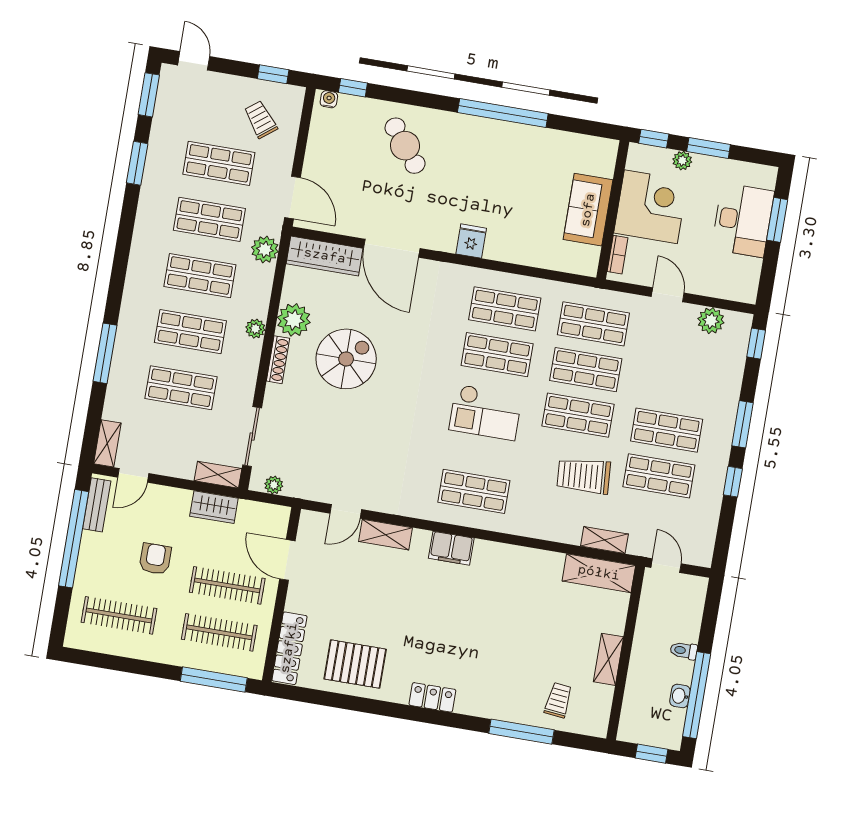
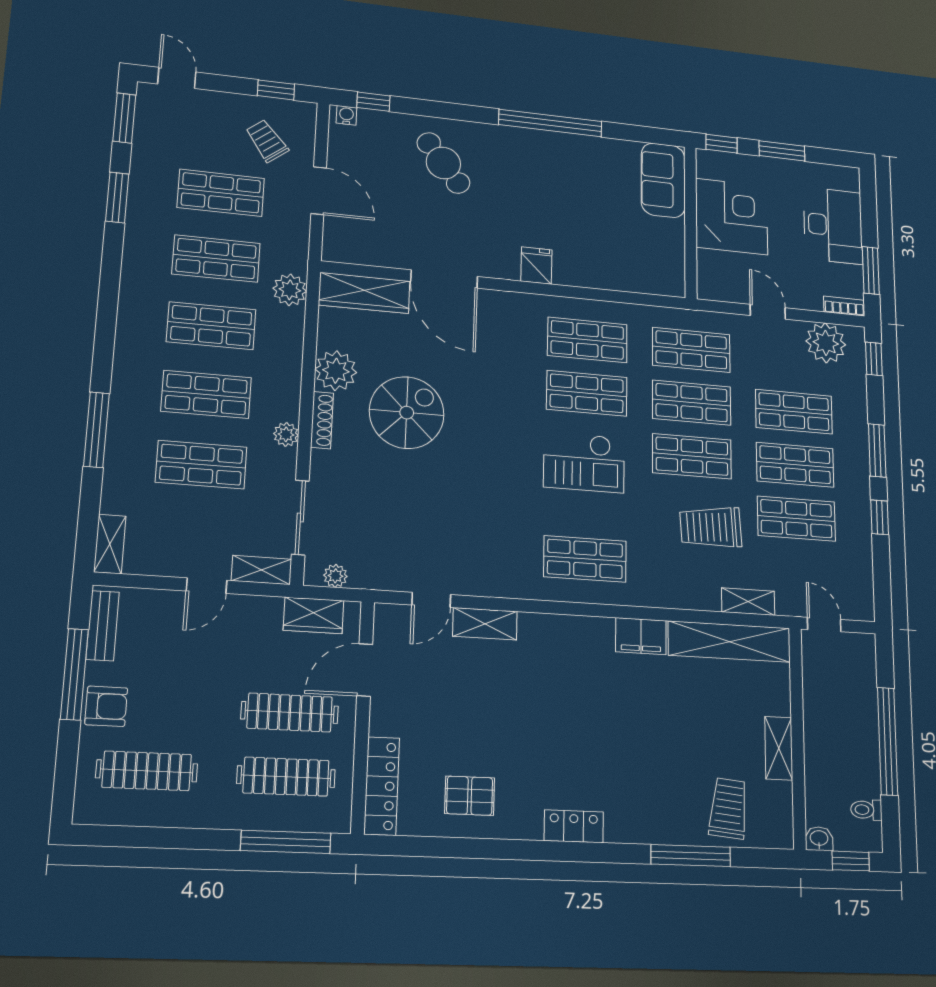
plant: (682, 161) -> (756, 165), removed
door: (293, 197) -> (319, 191), moved
sofa: (588, 210) -> (663, 180), moved
window: (777, 220) -> (871, 270), moved
bookcase: (618, 255) -> (844, 306), moved, turned -90
plant: (711, 321) -> (826, 343), width x1.36, depth x1.36
plant: (255, 329) -> (286, 434), moved
shop shelf: (674, 385) -> (794, 412), added
door: (133, 475) -> (207, 586), moved
wardrobe: (214, 507) -> (314, 615), moved
window: (74, 539) -> (74, 674), width x0.68
filing cabinet: (451, 548) -> (641, 636), moved
armchair: (155, 559) -> (106, 706), moved, turned 90
door: (287, 560) -> (365, 670), hinge flipped
shelving: (599, 573) -> (730, 642), width x1.47
toilet: (684, 651) -> (866, 810), moved
pallet: (355, 664) -> (470, 796), width x0.67, depth x0.71
window: (697, 695) -> (888, 741), moved
washbasin: (680, 696) -> (819, 839), moved, turned 90
trolley: (558, 700) -> (728, 808), width x1.36, depth x1.39

